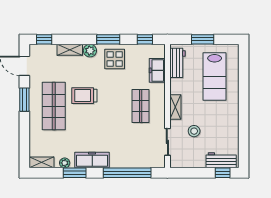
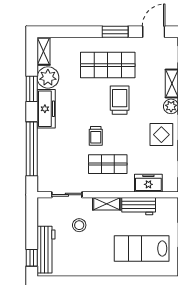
workbench: (177, 63) -> (139, 206), moved
trolley: (116, 117) -> (96, 136), added
workbench: (221, 160) -> (46, 250), width x1.38
plant: (65, 163) -> (48, 77), width x1.87, depth x1.87

